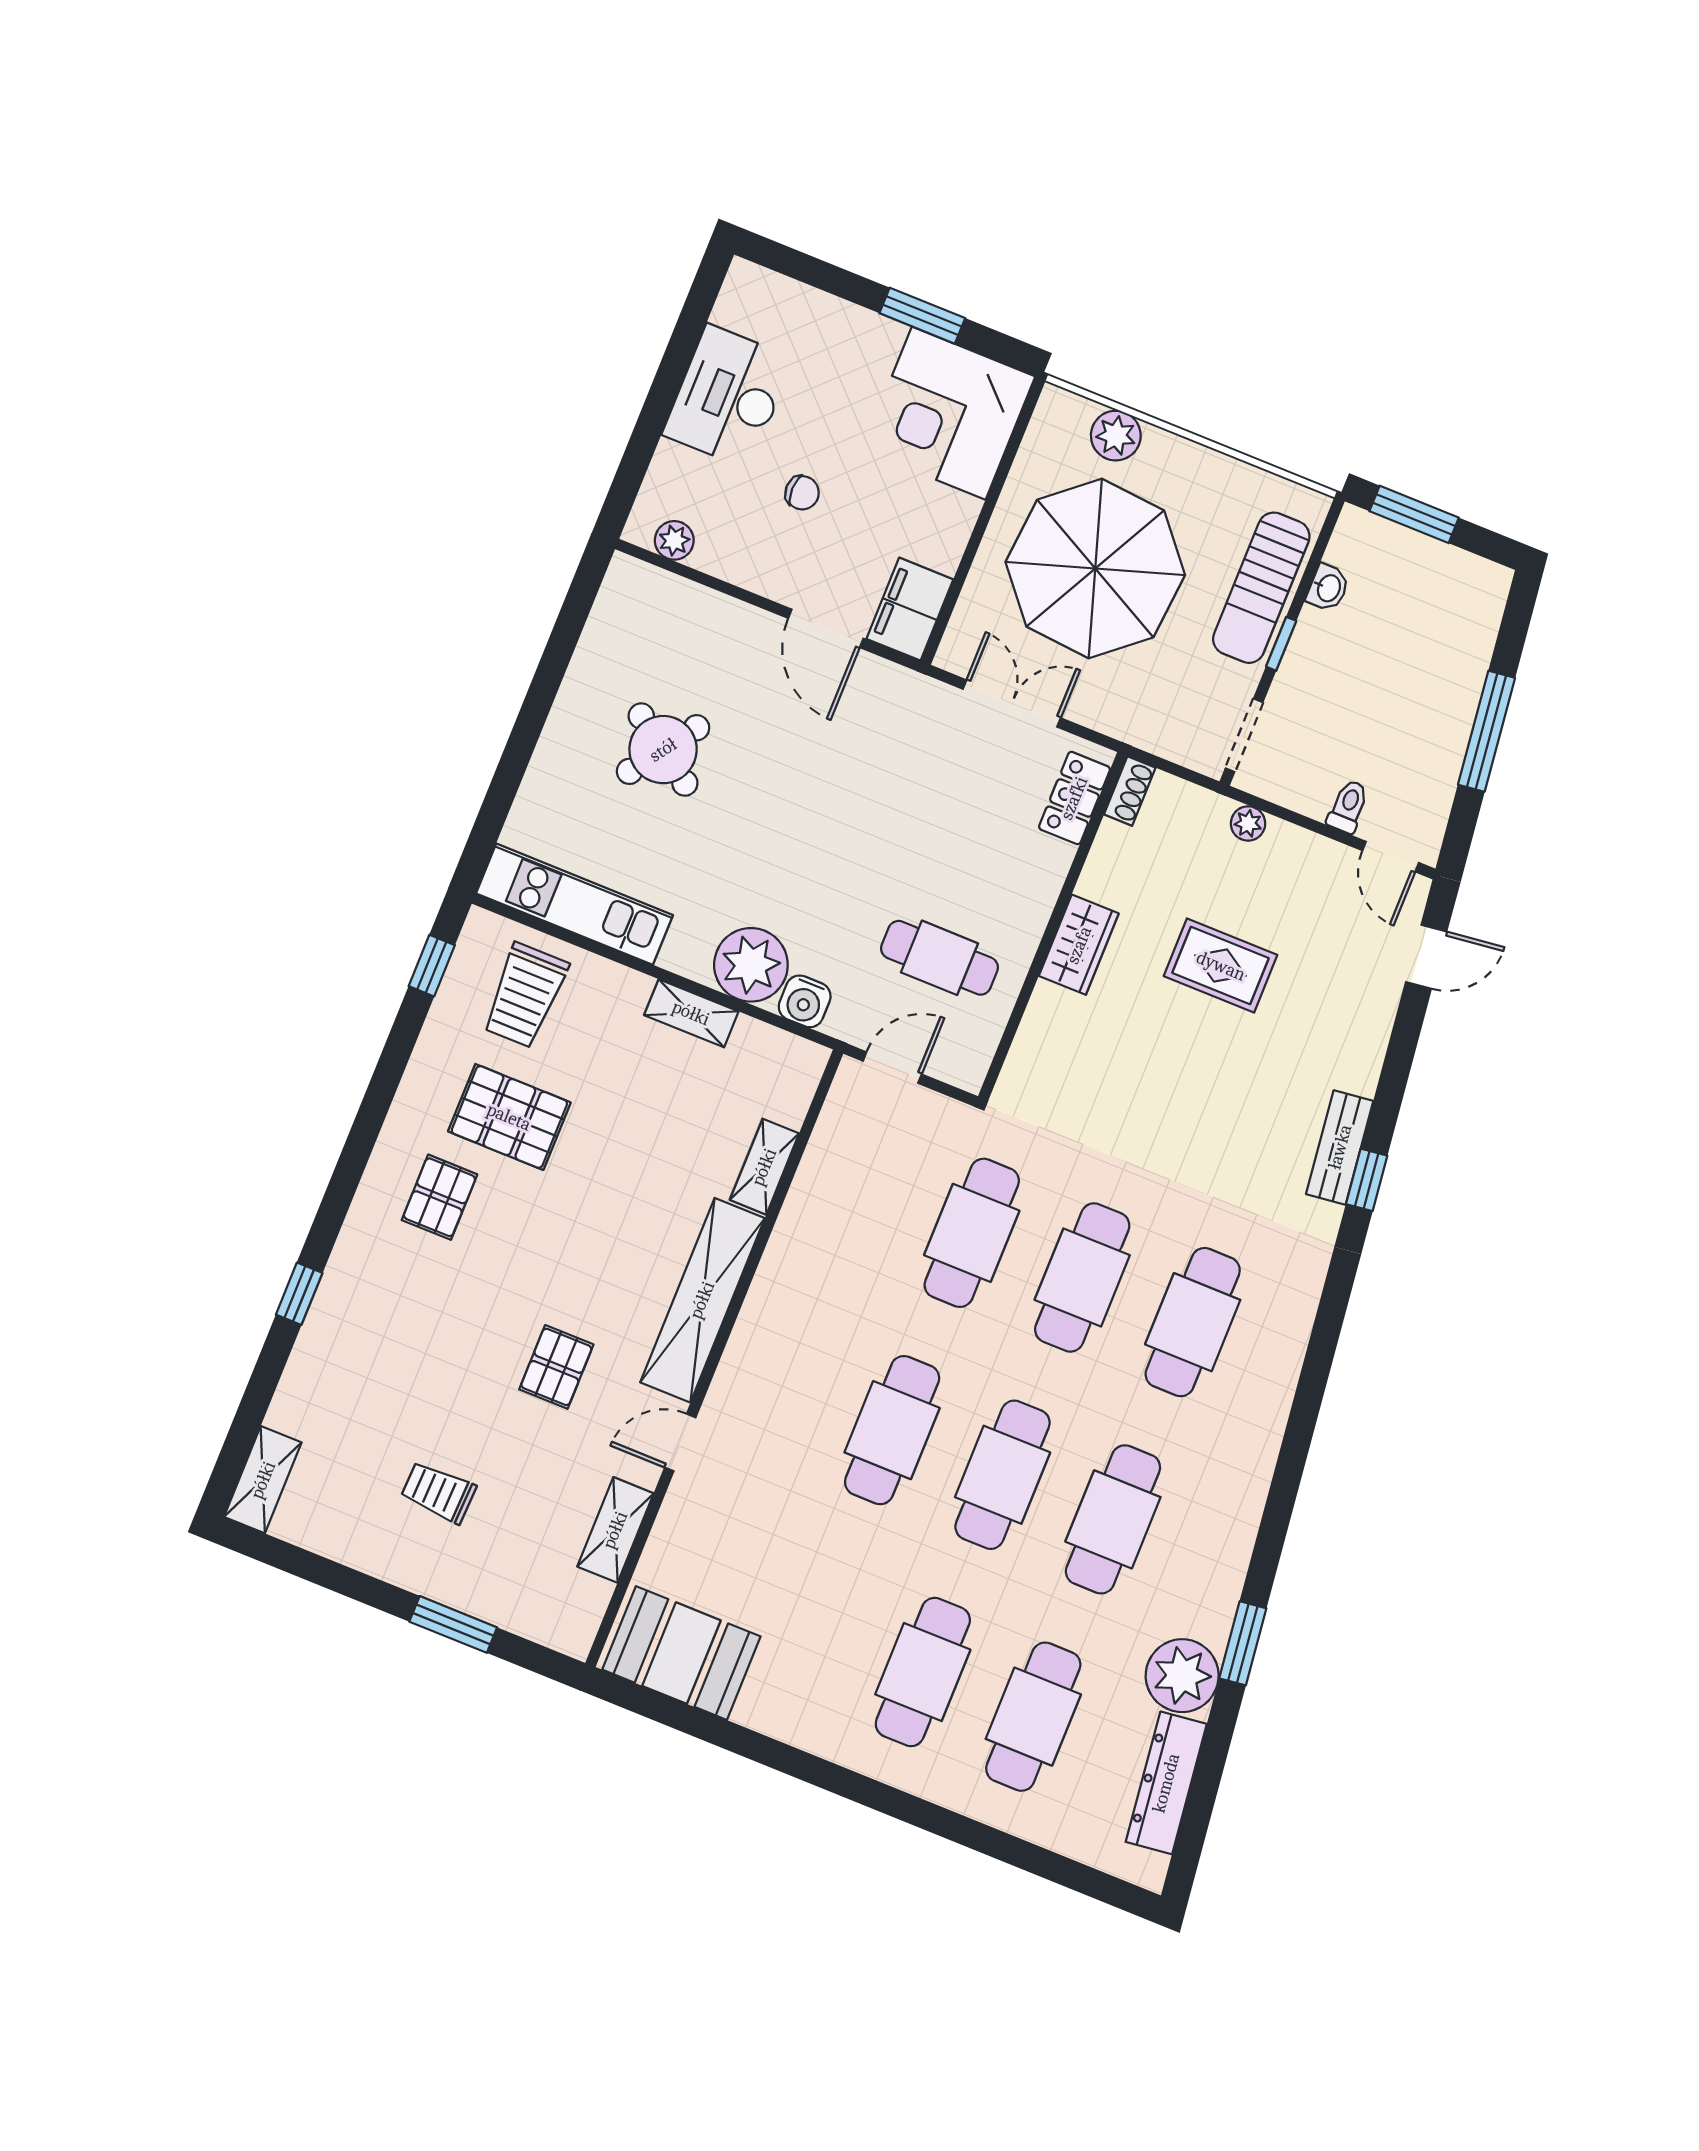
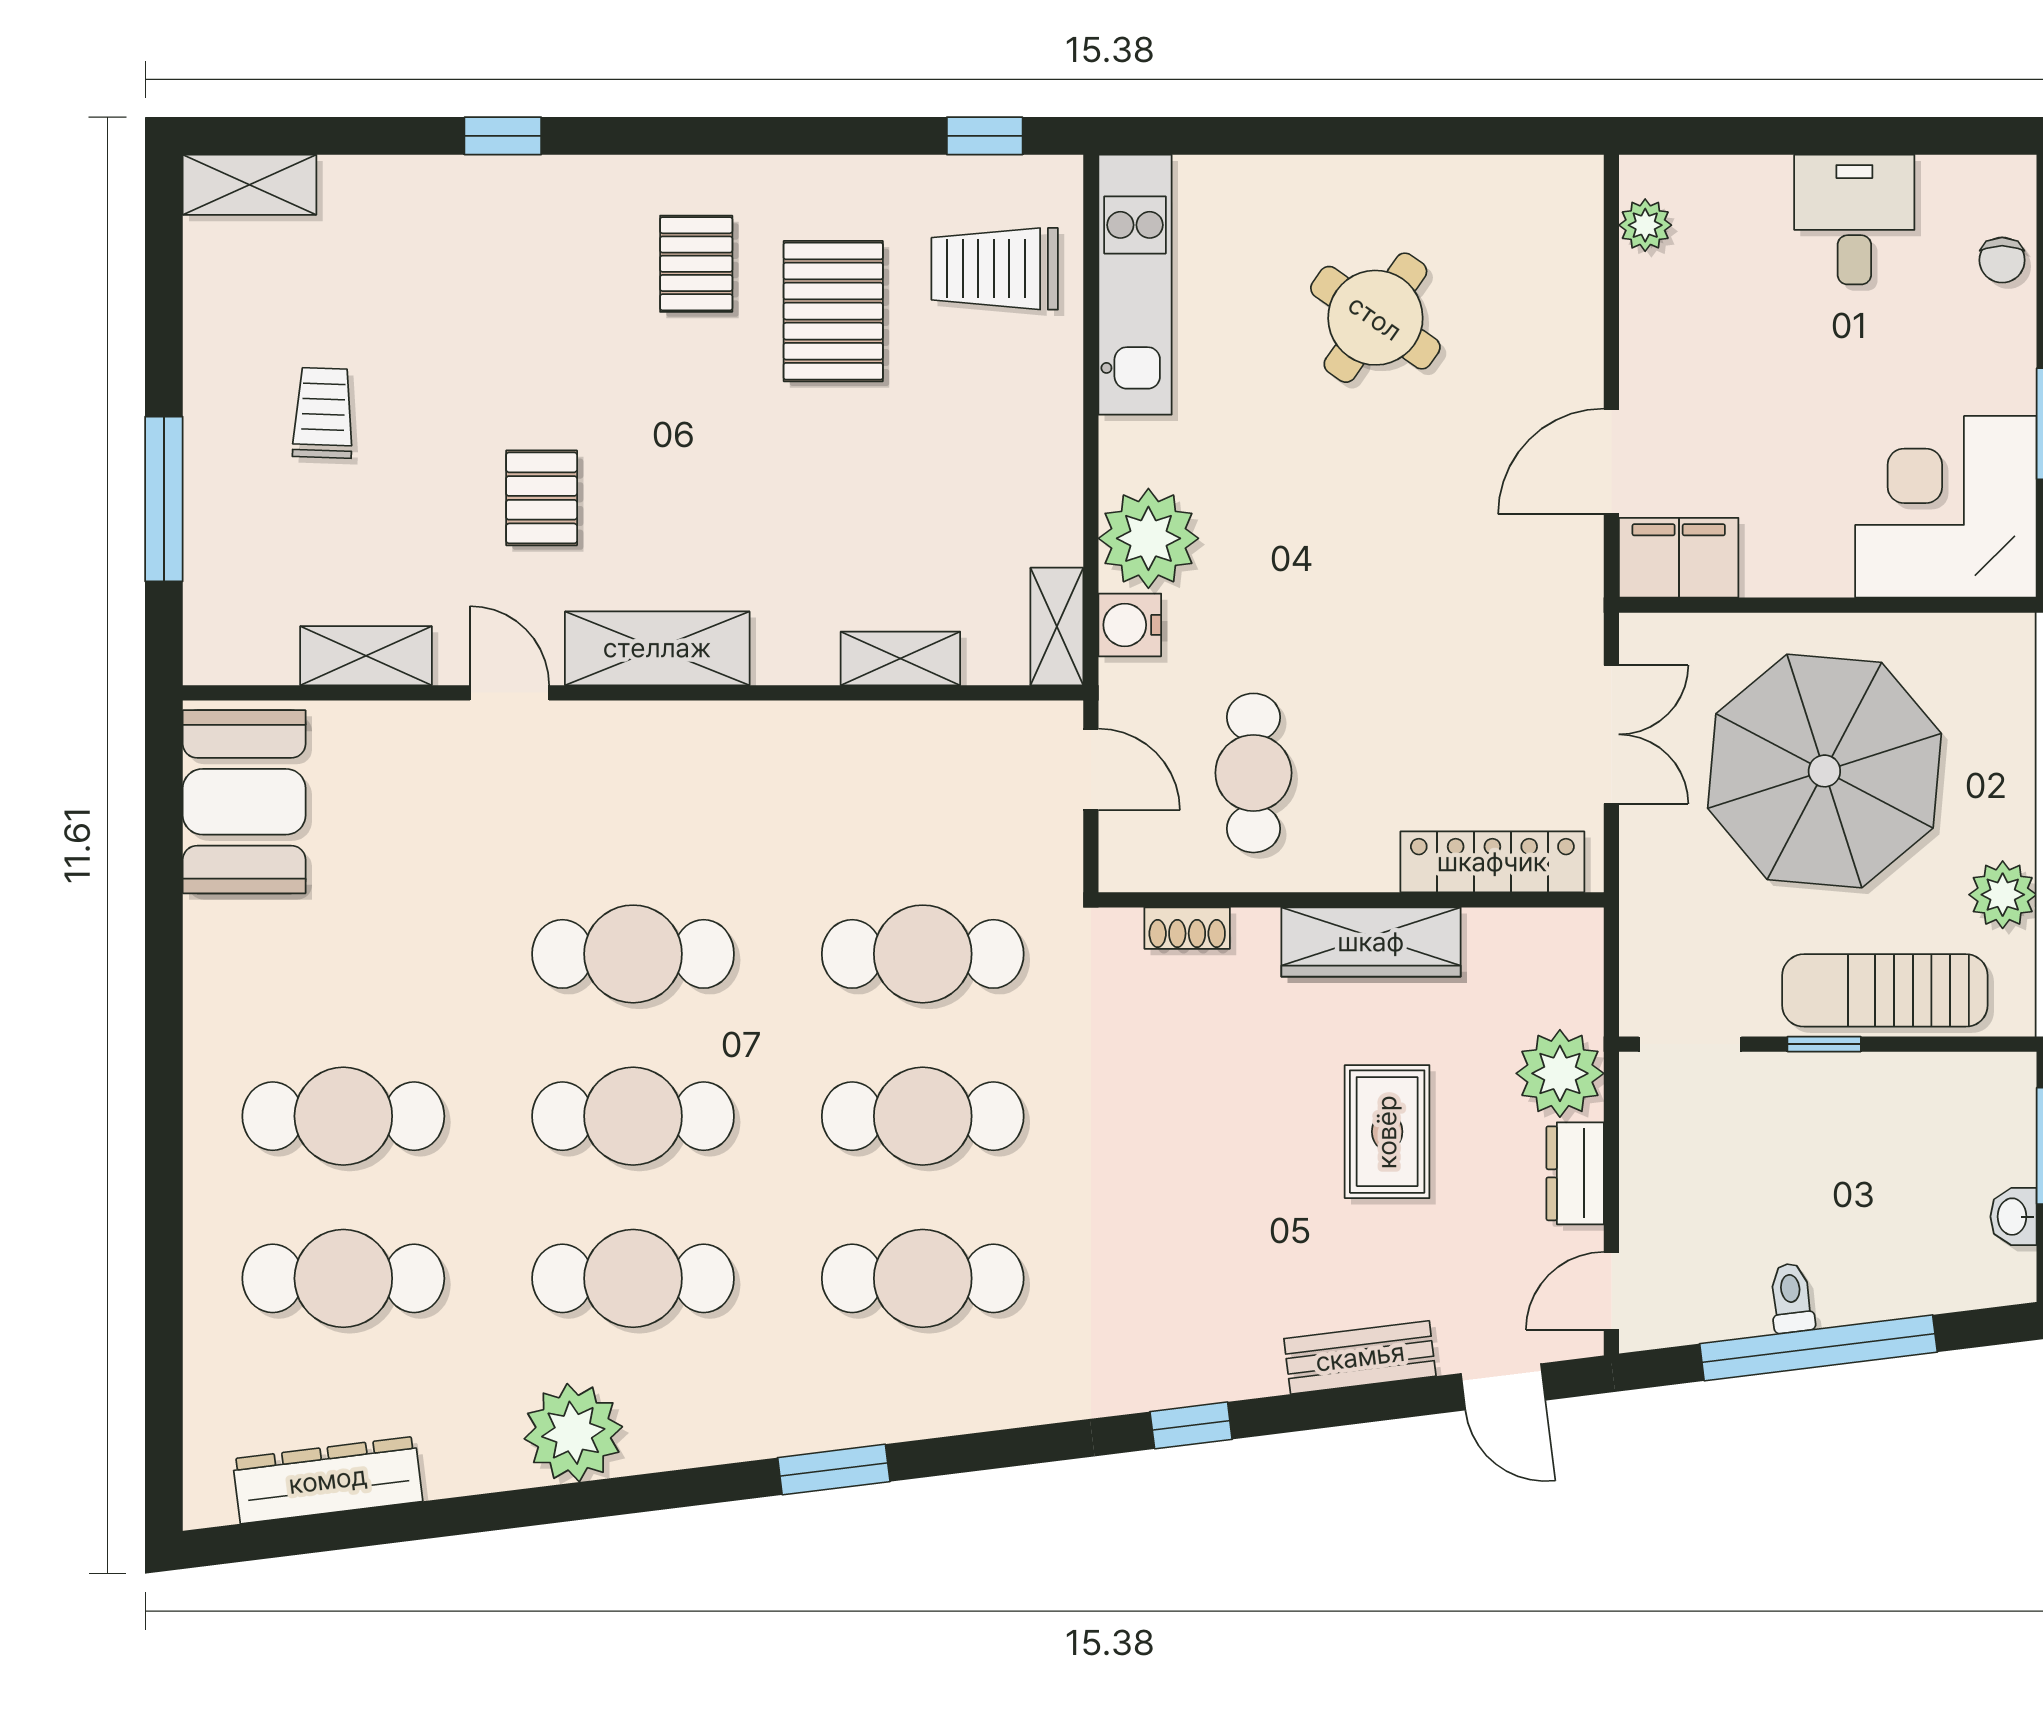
desk: (728, 396) -> (1854, 220), width x0.73
plant: (1116, 436) -> (2003, 895), moved
chair: (802, 493) -> (2002, 260), moved
washbasin: (1328, 588) -> (2013, 1217), moved, turned 90
window: (1486, 731) -> (1818, 1348), width x1.46
shoe rack: (1130, 791) -> (1187, 928), moved
locker: (1074, 798) -> (1492, 862), width x1.53
toilet: (1348, 806) -> (1791, 1298), moved, turned -97
plant: (1248, 823) -> (1560, 1073), width x1.88, depth x1.88
dresser: (1301, 849) -> (1575, 1173), added
wardrobe: (1079, 945) -> (1371, 942), width x1.50
shelving: (691, 1013) -> (1057, 626), moved
bench: (1340, 1147) -> (1360, 1357), moved
pallet: (439, 1197) -> (696, 264), turned 90
shelving: (702, 1300) -> (657, 648), width x0.68
pallet: (556, 1367) -> (542, 498), turned 90
window: (453, 1624) -> (164, 499), width x1.44
window: (1243, 1643) -> (834, 1470), moved
plant: (1182, 1676) -> (573, 1433), moved

